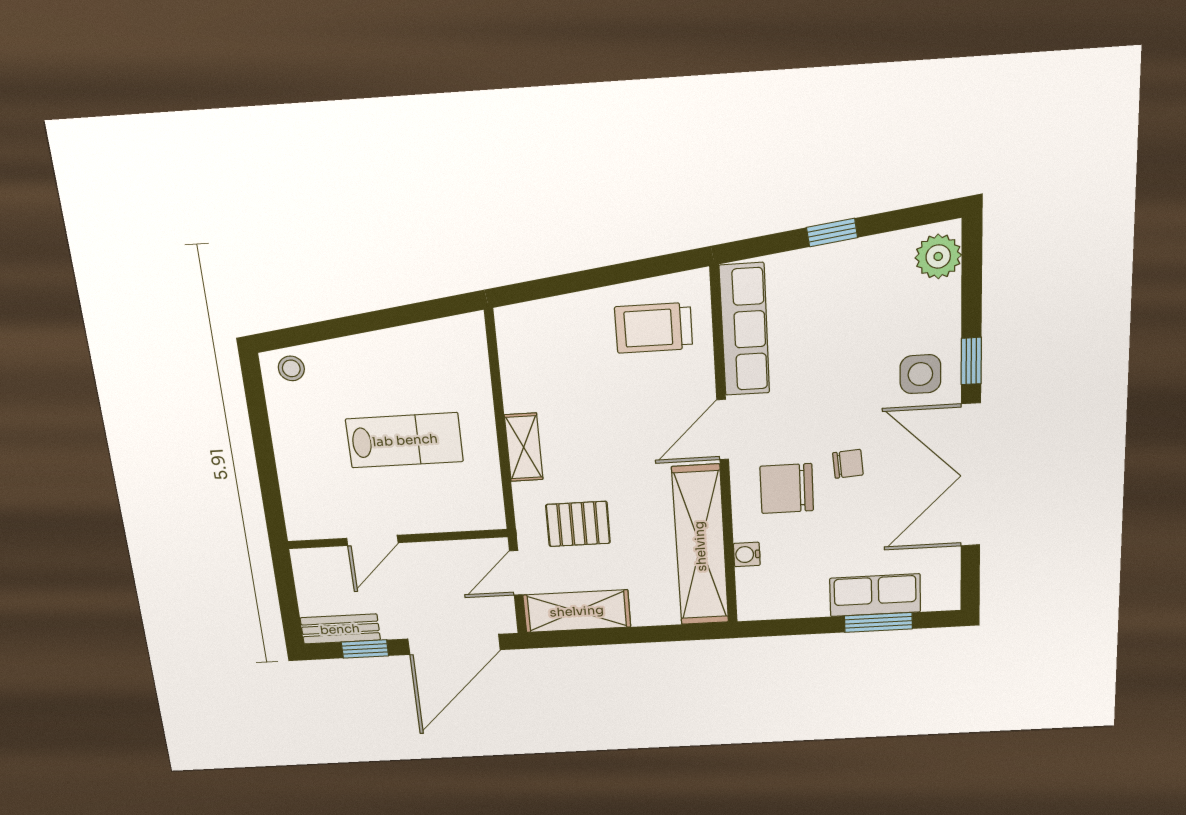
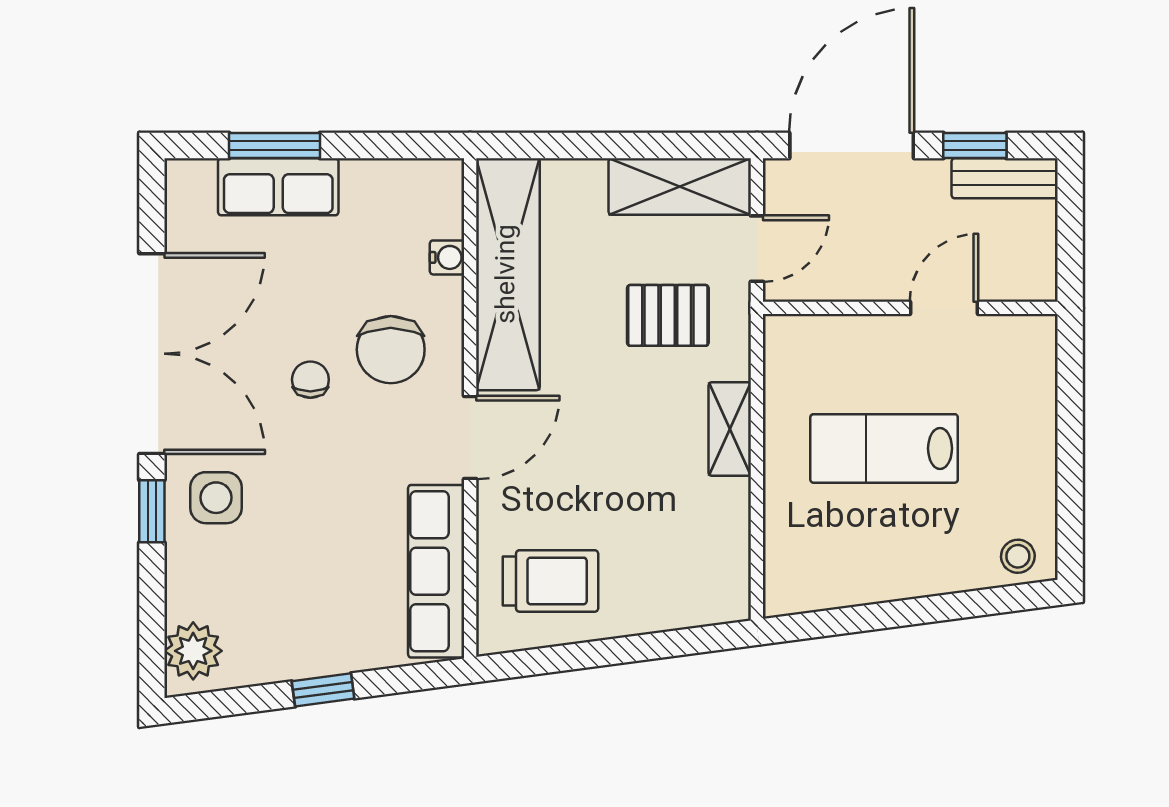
chair: (848, 464) -> (310, 380), turned 94
chair: (787, 489) -> (391, 350), turned 90

